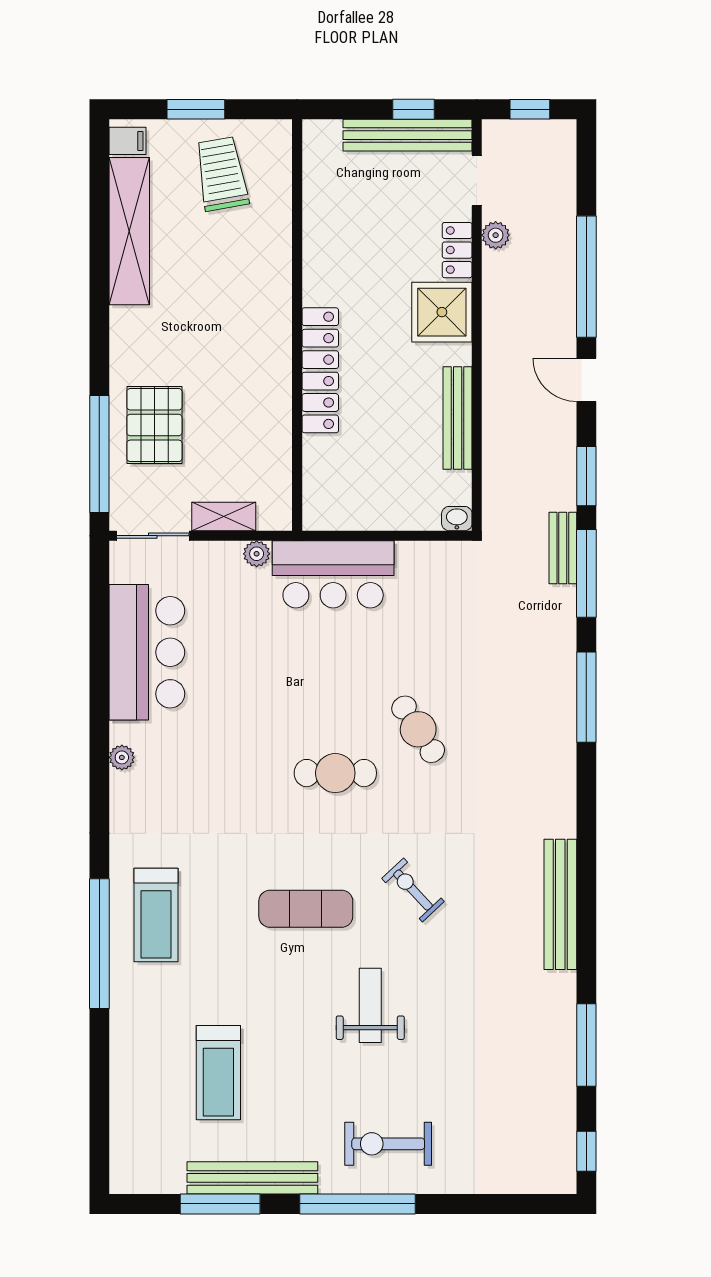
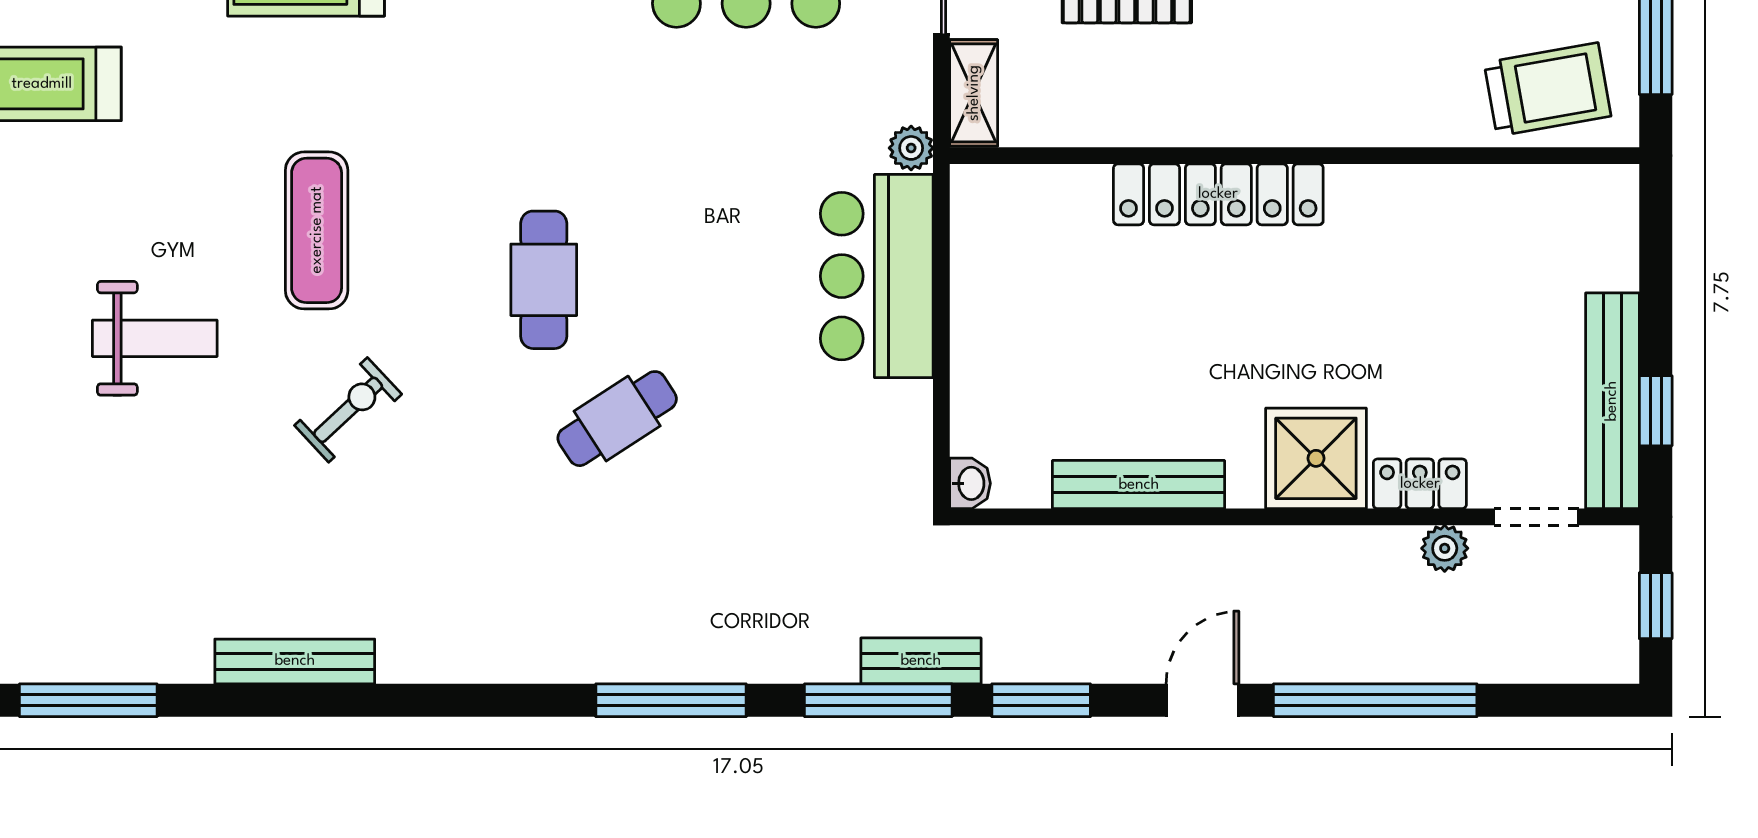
wall: (297, 325) -> (1294, 156), moved
locker: (320, 370) -> (1218, 194), moved
bench: (560, 904) -> (295, 661), width x0.73, depth x0.82

